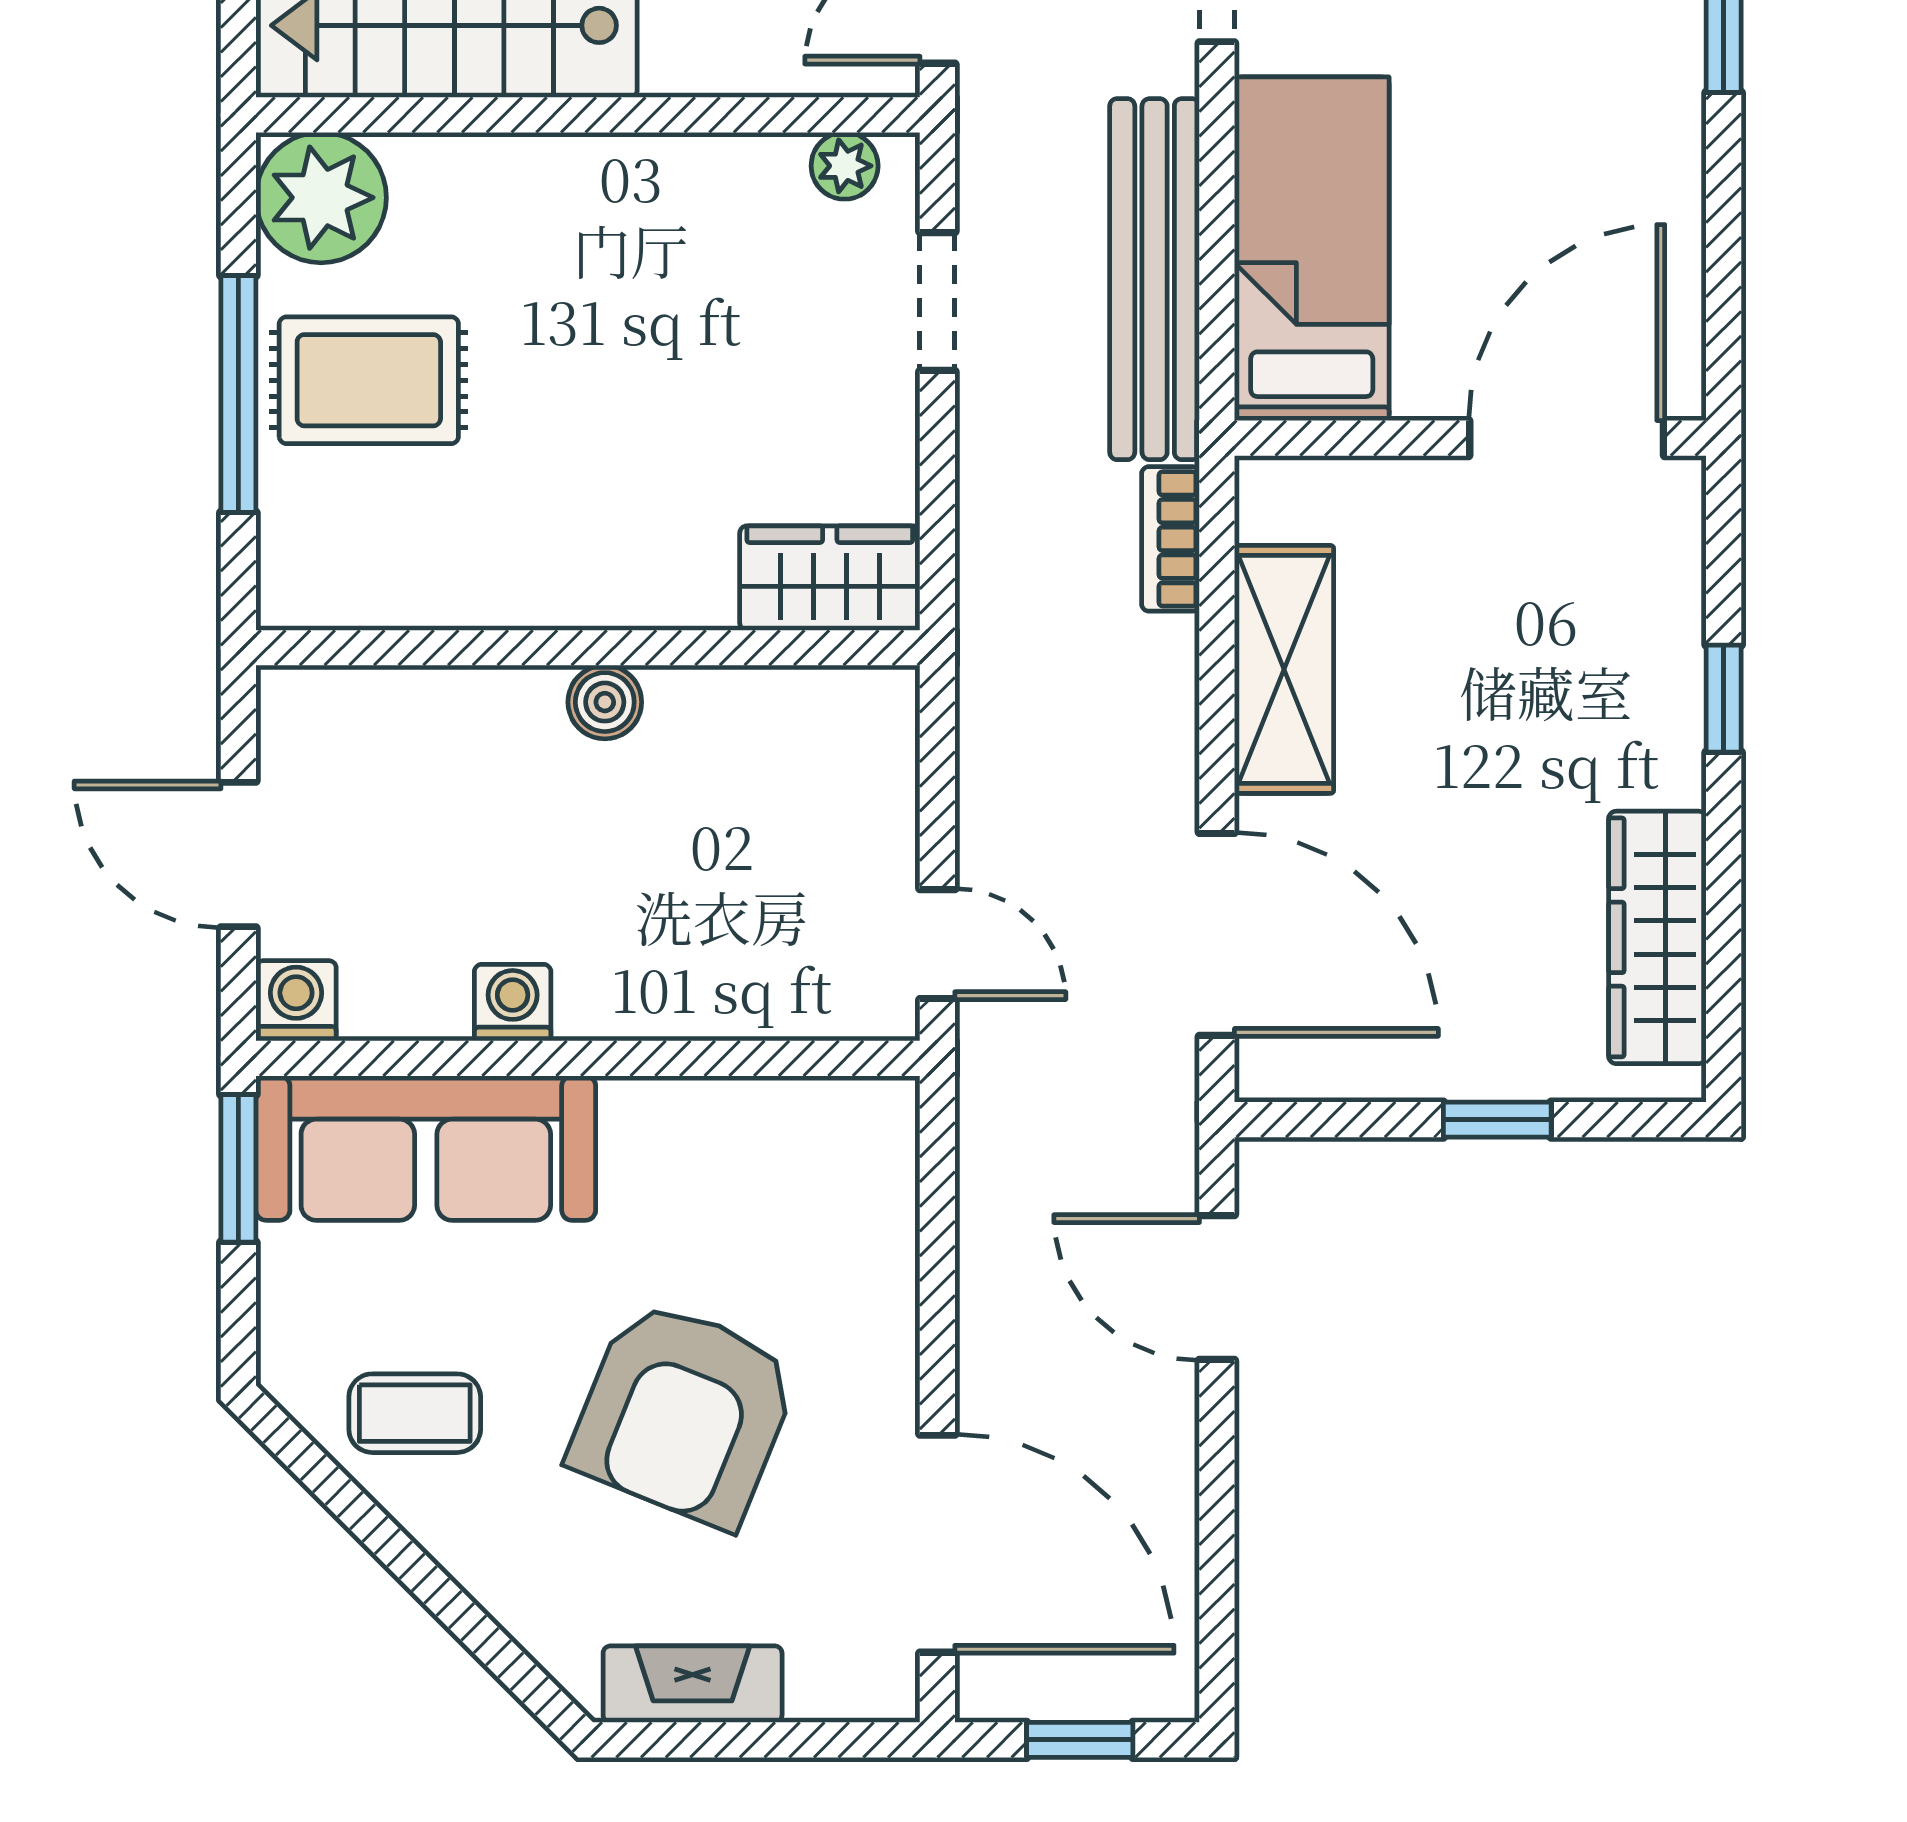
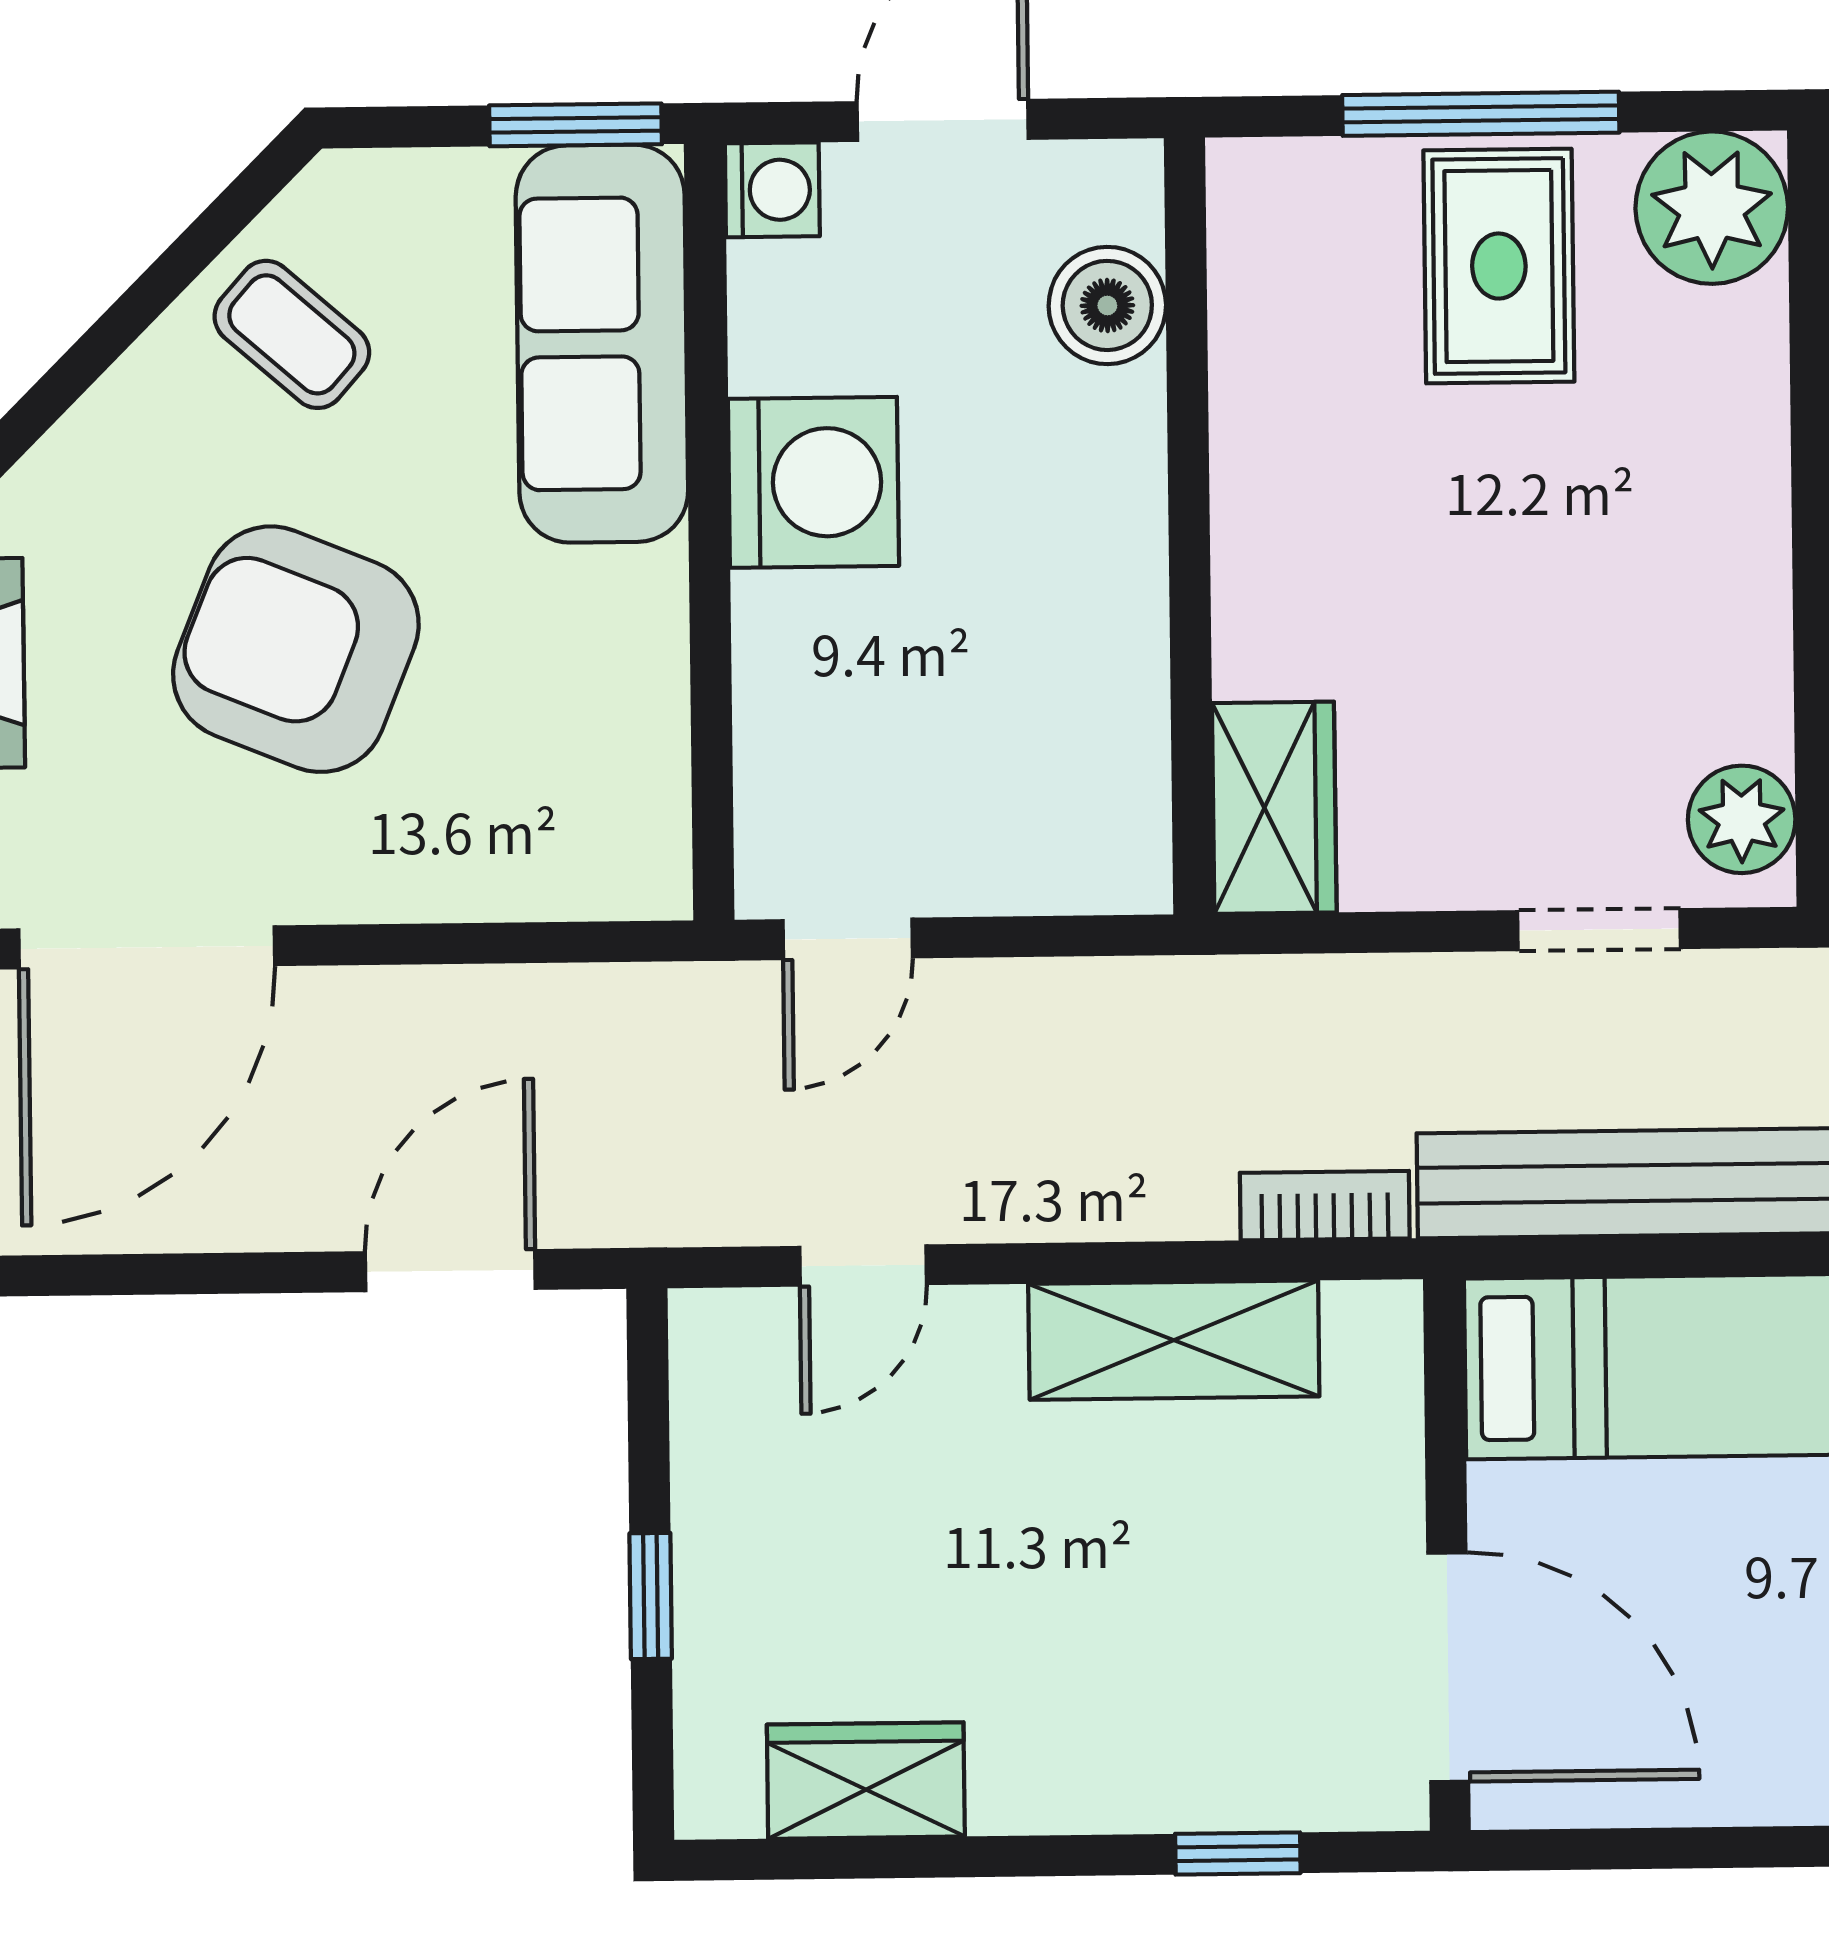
plant: (845, 166) -> (1742, 819), width x1.38, depth x1.38
window: (1724, 699) -> (1238, 1853), moved
boiler: (605, 702) -> (1107, 305), moved, width x1.36, depth x1.36
door: (1217, 934) -> (863, 1266), width x0.53
wardrobe: (1657, 937) -> (866, 1781), width x0.67
washing machine: (513, 1003) -> (813, 482), width x1.89, depth x1.89
coffee table: (415, 1413) -> (292, 334), turned -49

